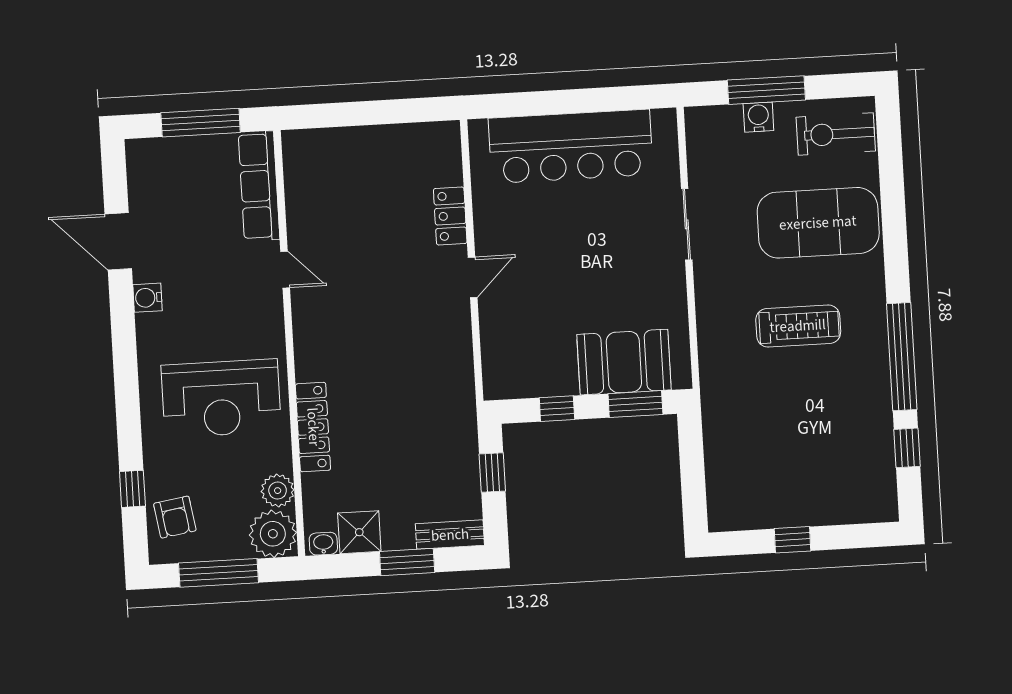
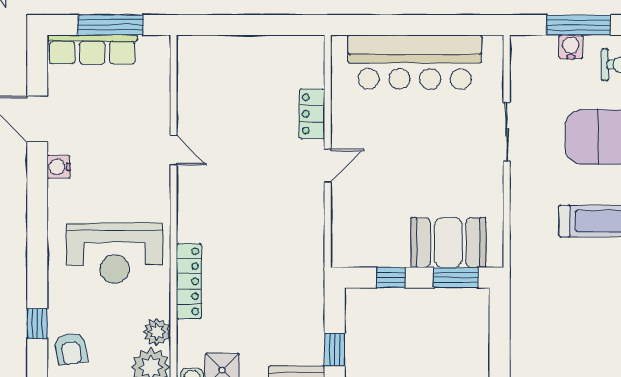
row of seats: (259, 186) -> (92, 50), moved, turned -90
window: (492, 473) -> (335, 350), moved

